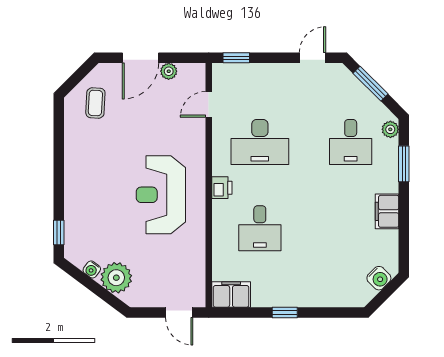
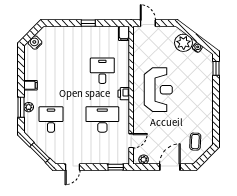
plant: (169, 71) -> (144, 160), moved
plant: (390, 129) -> (29, 107), moved
filing cabinet: (387, 211) -> (30, 85), width x0.50
filing cabinet: (231, 295) -> (124, 33), width x0.50

